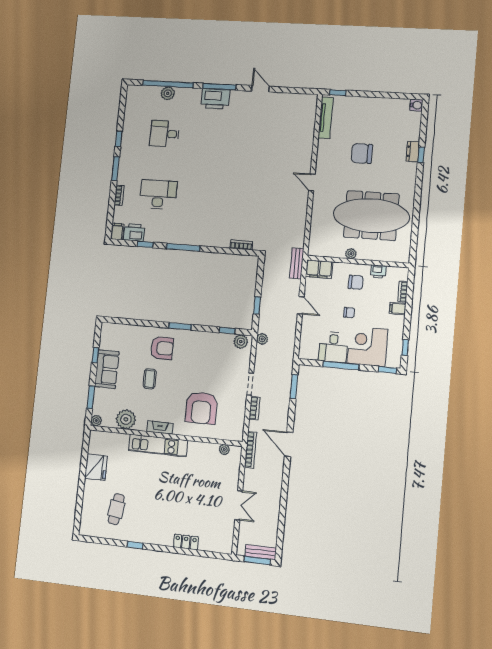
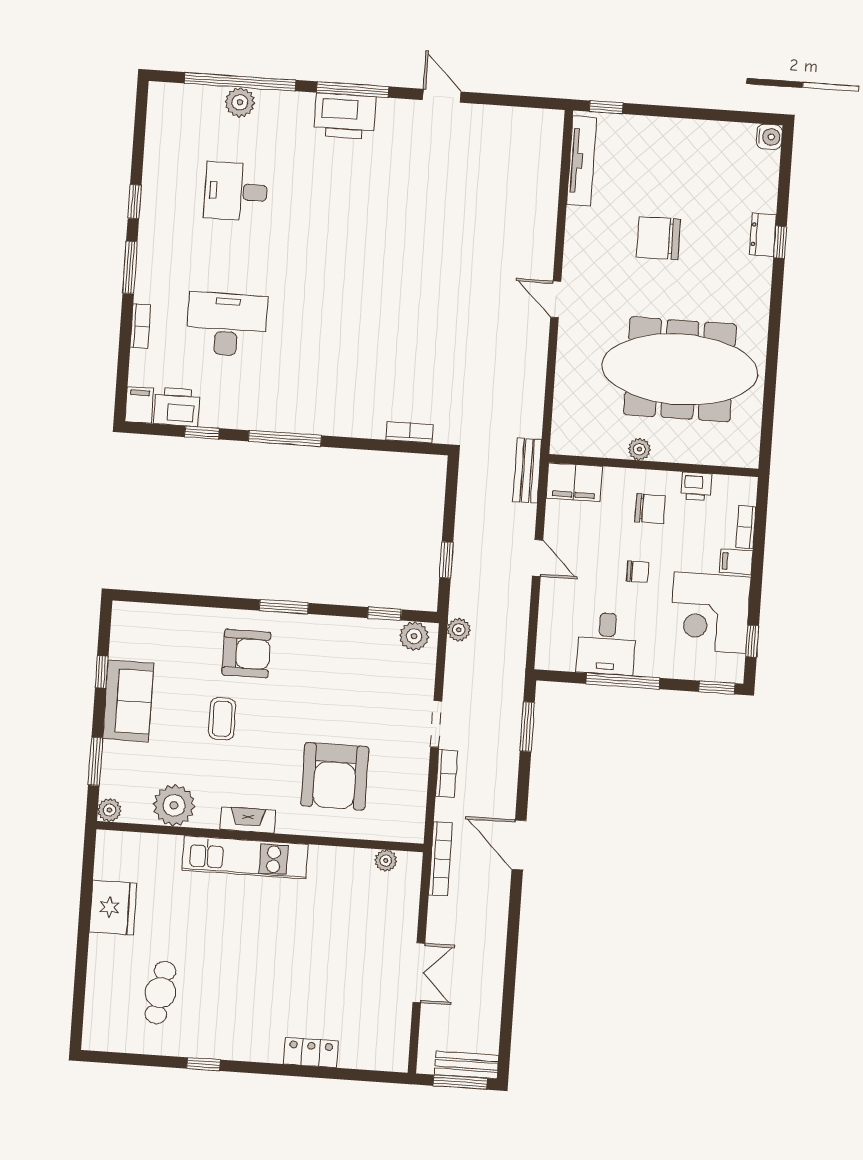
corner desk: (367, 346) -> (710, 613), moved, turned -90

